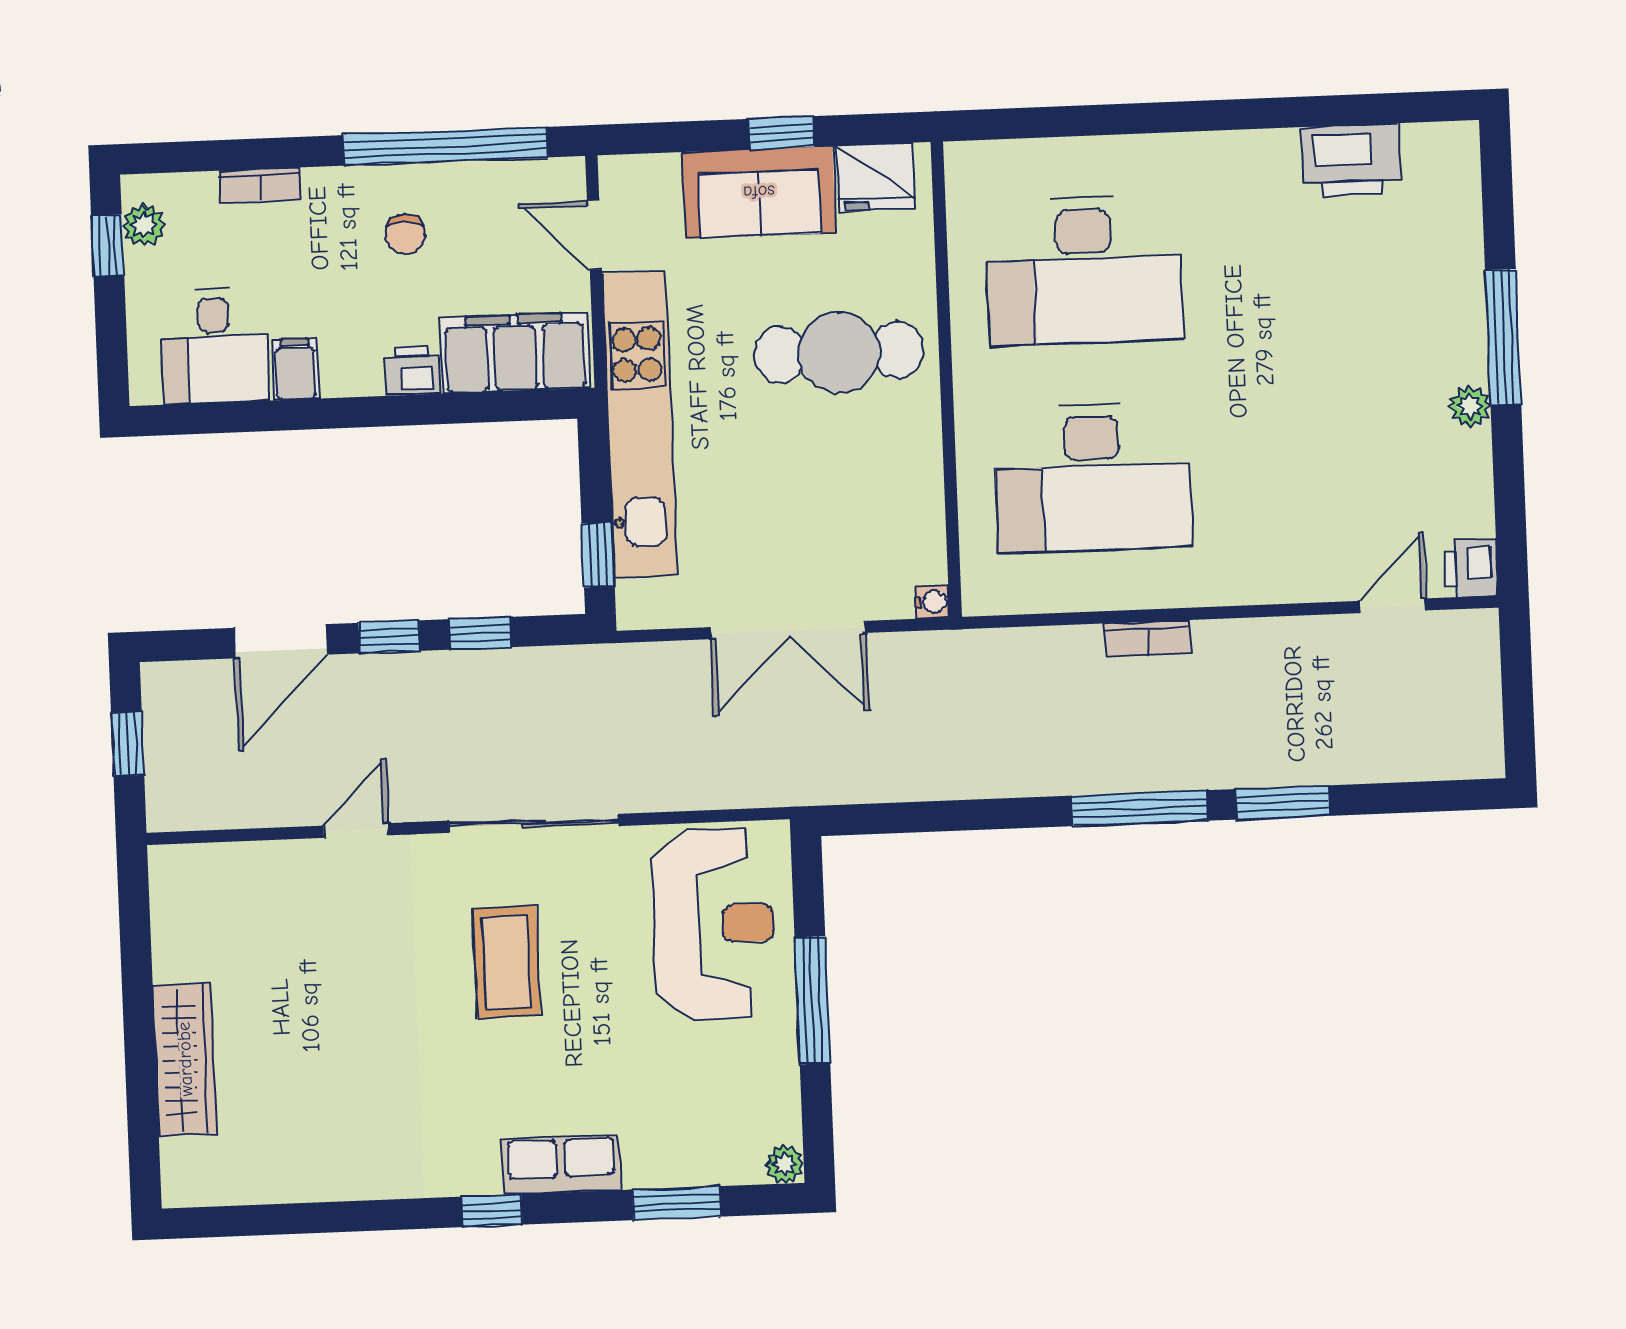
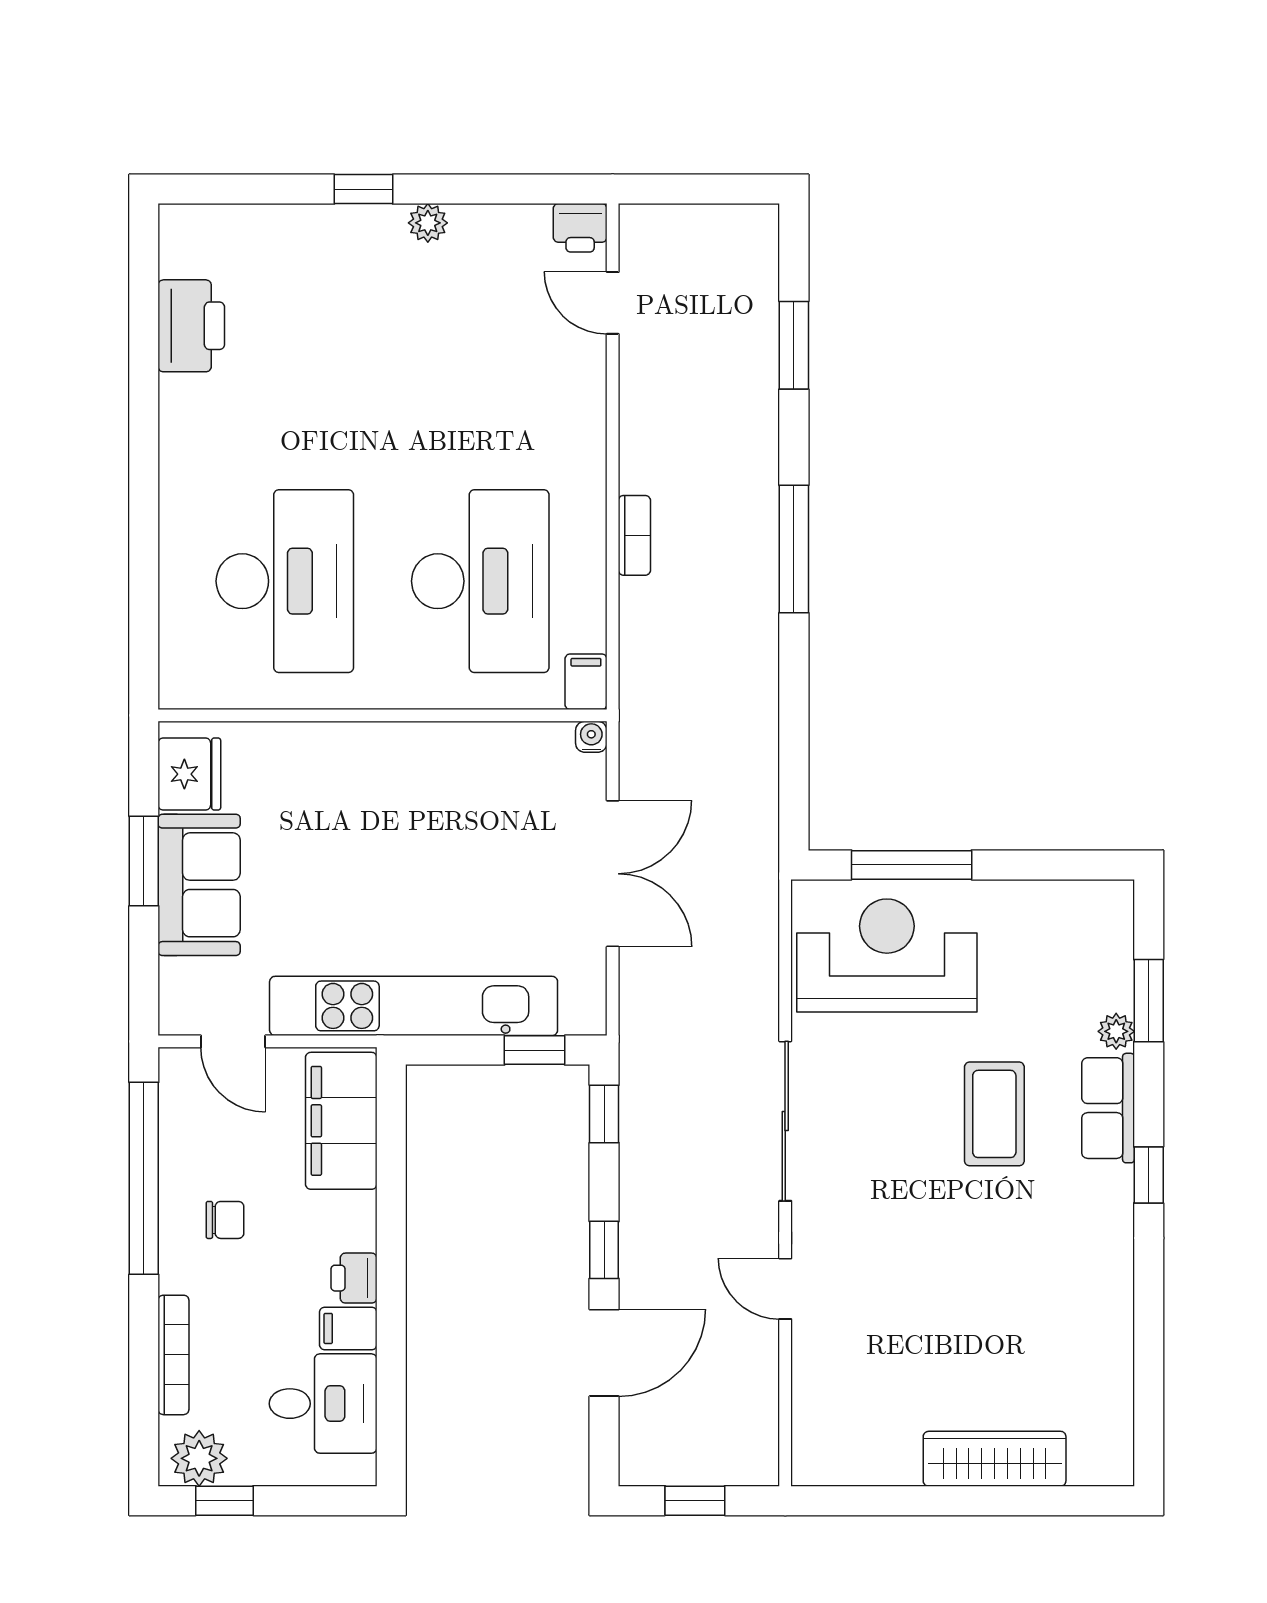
window: (782, 133) -> (144, 861), width x1.50
bookcase: (260, 185) -> (173, 1355), width x1.56
plant: (144, 225) -> (199, 1458), width x1.38, depth x1.38
door: (595, 235) -> (233, 1041), hinge flipped
window: (1503, 337) -> (364, 189), width x0.46
cafe table: (839, 352) -> (353, 816), removed
printer: (412, 371) -> (354, 1278), moved
filing cabinet: (991, 594) -> (586, 682), added
window: (480, 633) -> (604, 1114), moved
door: (280, 641) -> (604, 1353), hinge flipped
window: (1283, 802) -> (794, 345), moved
coffee table: (507, 962) -> (994, 1114), moved, turned 90
window: (812, 1000) -> (912, 865), moved
plant: (785, 1164) -> (1116, 1031), moved

